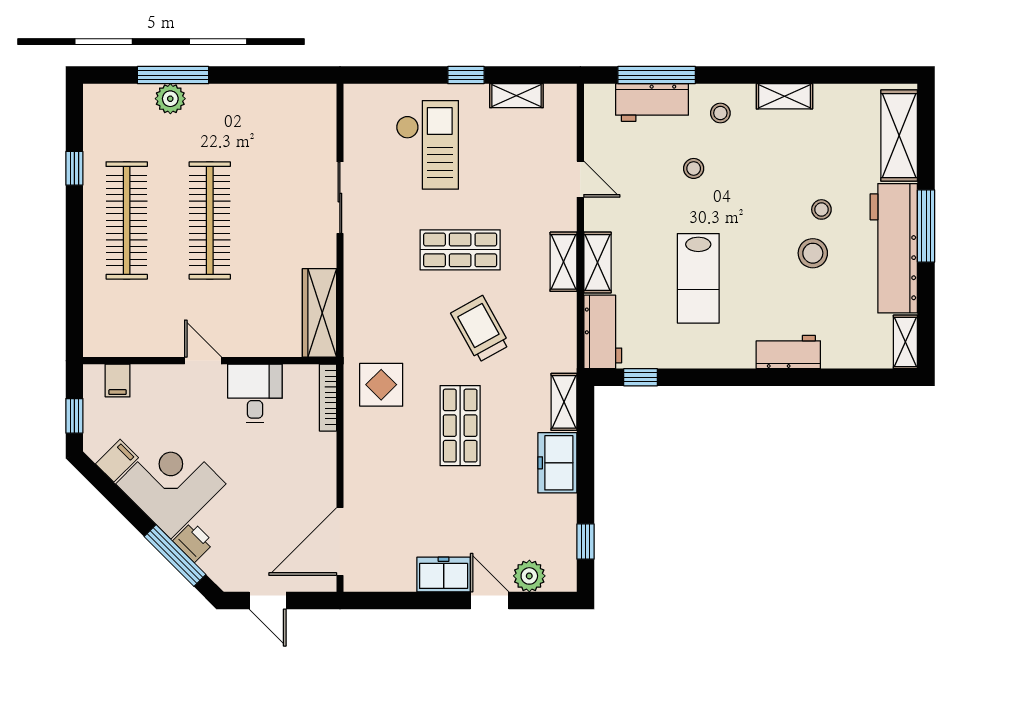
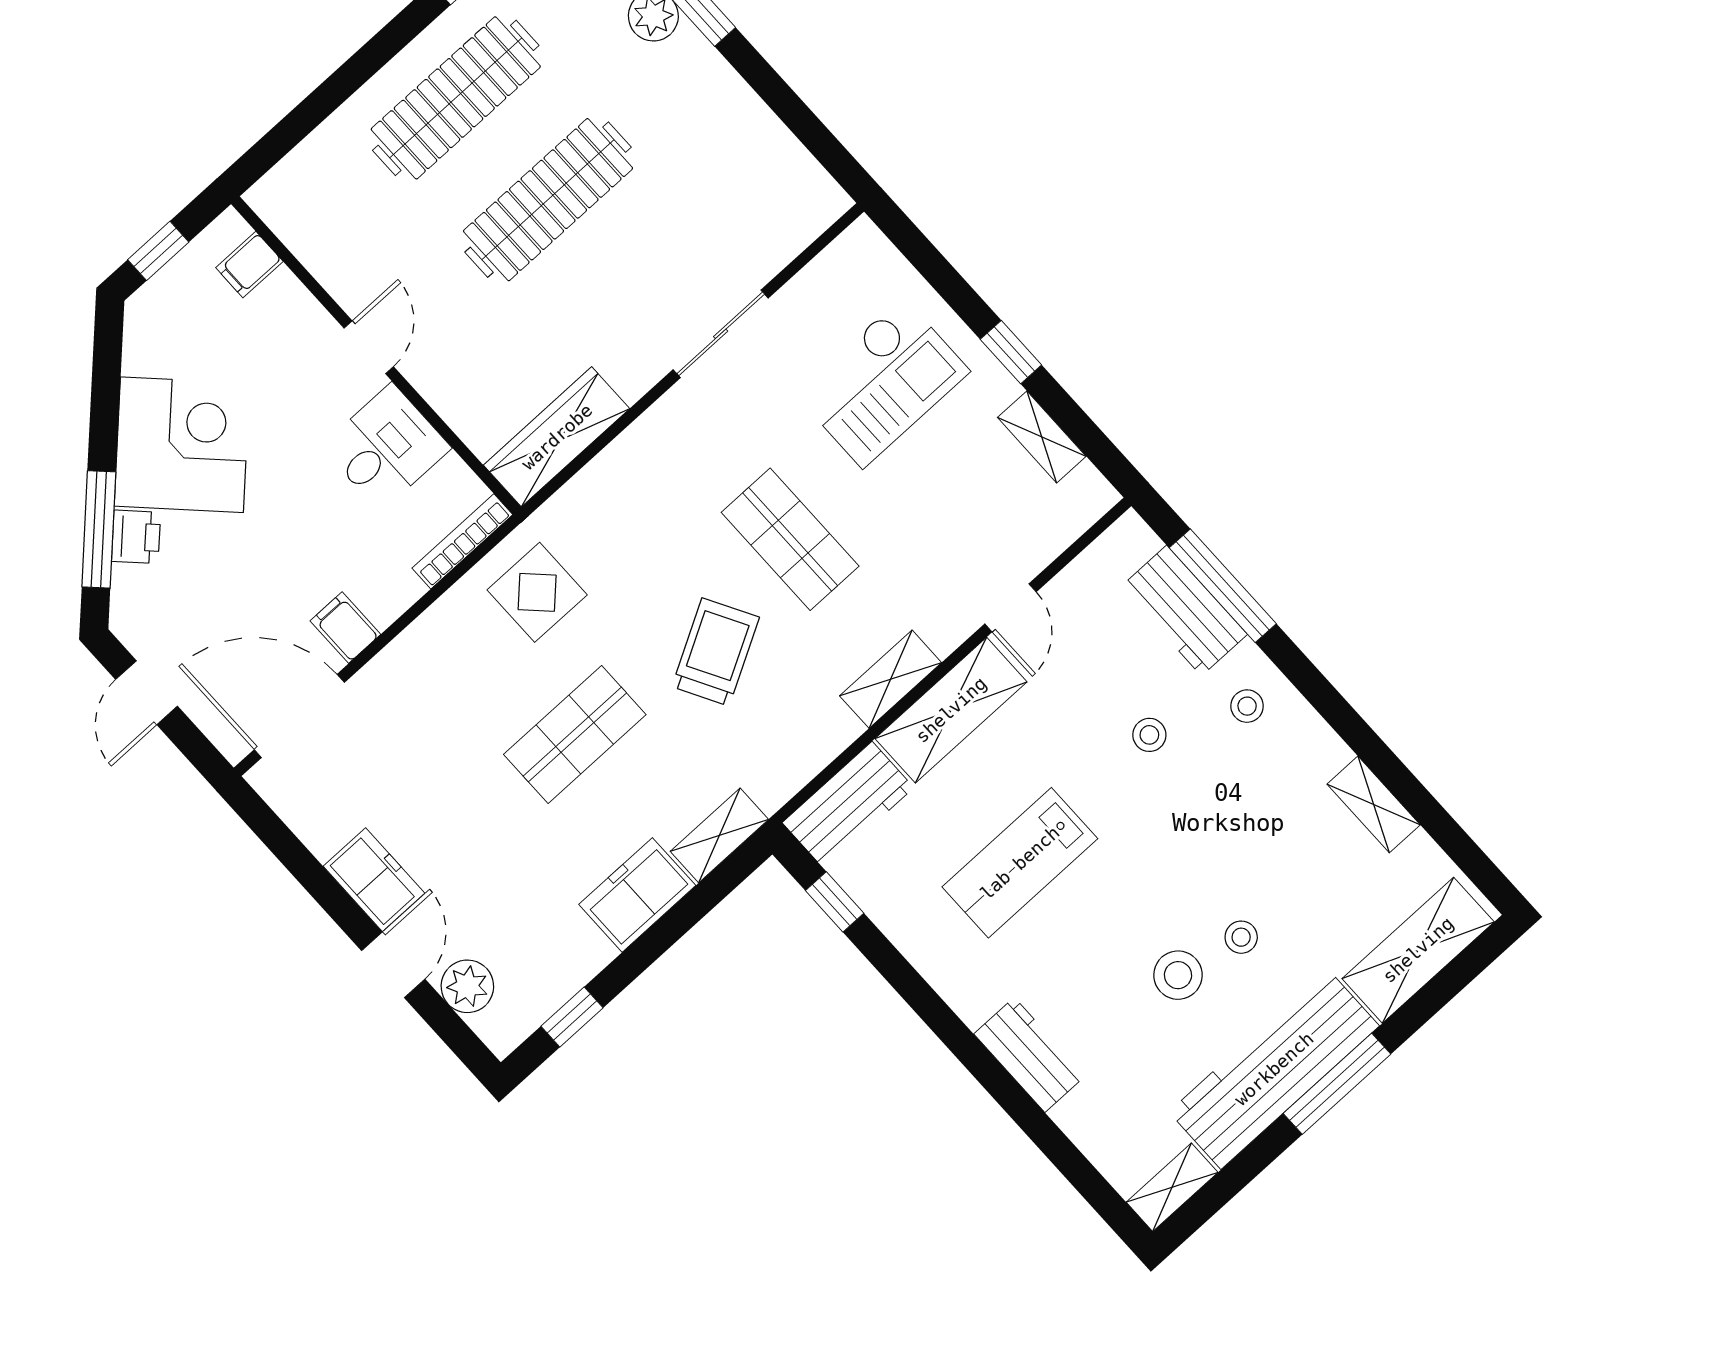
shelving: (784, 96) -> (1374, 804), moved
shelving: (597, 262) -> (951, 710), width x1.50, depth x1.33
filing cabinet: (117, 461) -> (345, 628), moved, turned -135

